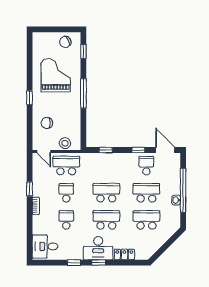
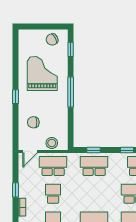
door: (44, 151) -> (30, 151), hinge flipped
school desk: (106, 193) -> (94, 166), moved

